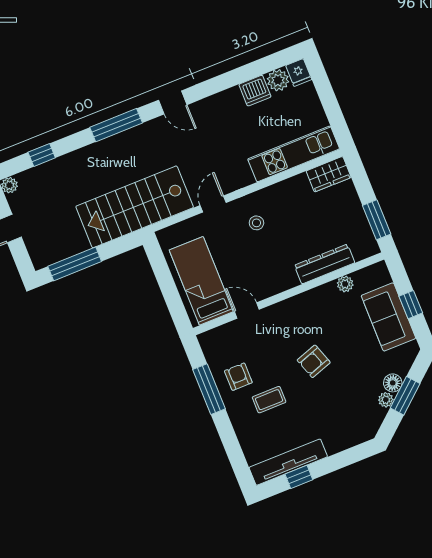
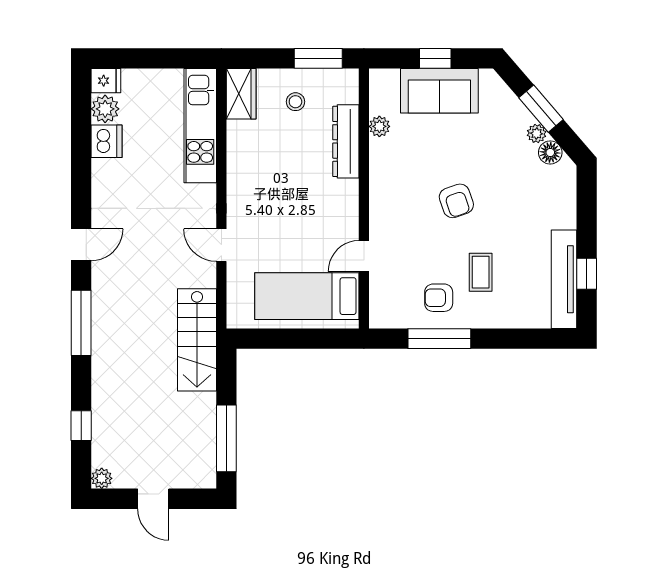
stairs: (135, 207) -> (197, 340), width x0.73, depth x0.66
stool: (256, 223) -> (295, 102), moved
floor lamp: (393, 383) -> (550, 152), moved

